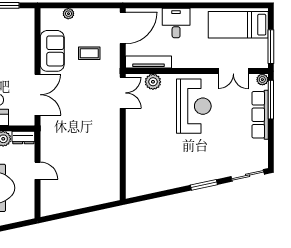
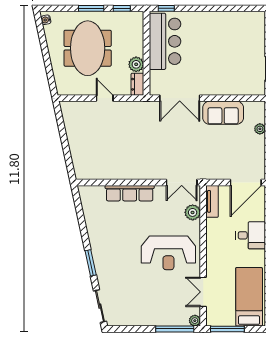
door: (123, 28) -> (246, 183), hinge flipped
coffee table: (89, 53) -> (221, 149), removed
tv unit: (148, 62) -> (212, 201), width x0.71
row of seats: (260, 115) -> (130, 193), moved, turned 180
door: (38, 171) -> (105, 98), swing flipped

